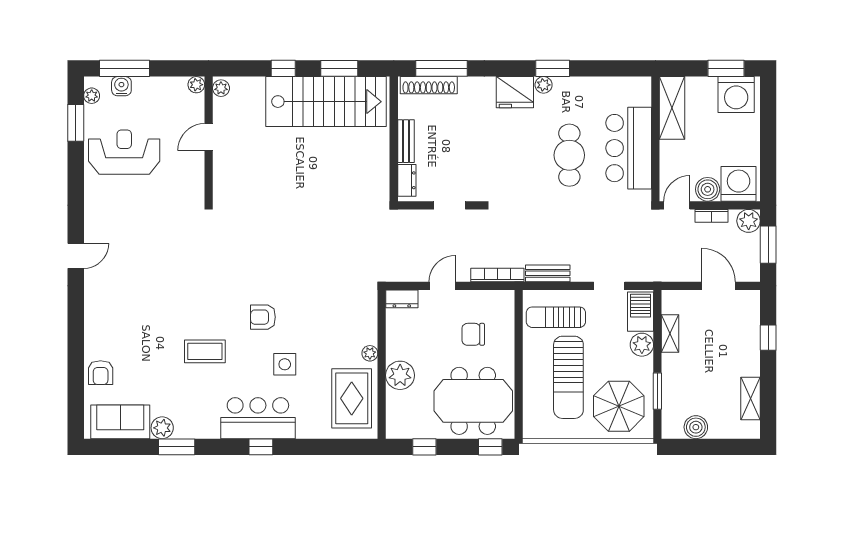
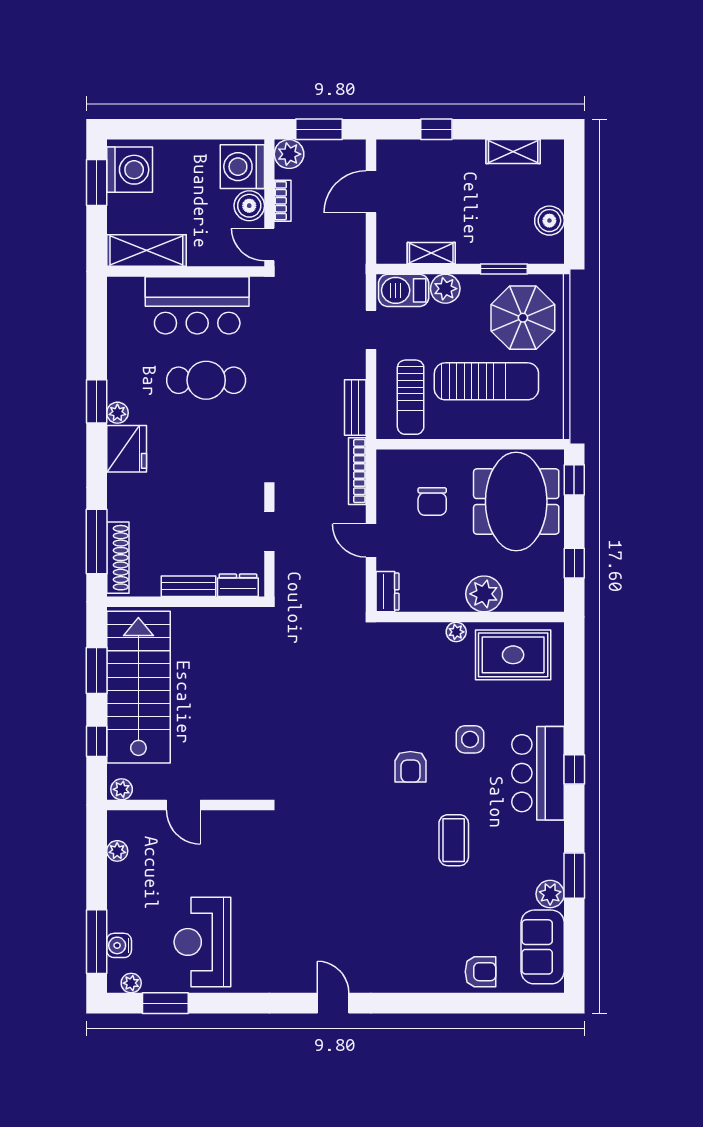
plant: (221, 88) -> (122, 789), moved
door: (209, 137) -> (183, 805), moved
wall: (209, 139) -> (186, 805), moved

